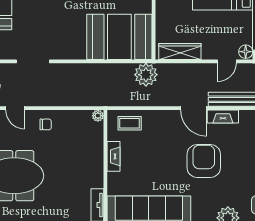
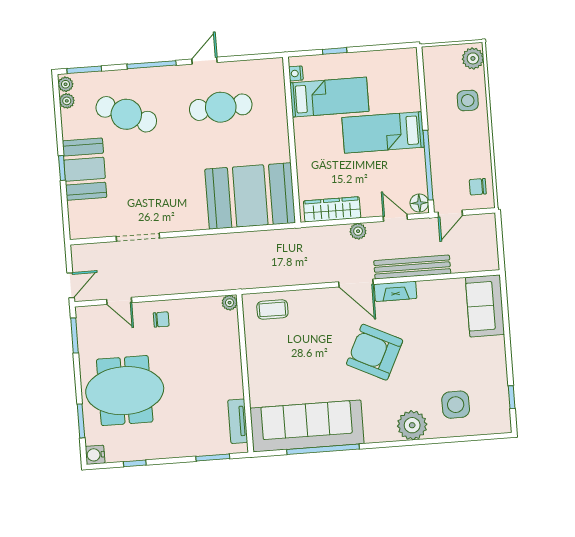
door: (227, 61) -> (395, 218), swing flipped
plant: (146, 75) -> (358, 231), moved, width x0.53, depth x0.53
fireplace: (113, 156) -> (254, 355), removed
armchair: (204, 161) -> (375, 352), turned -64

